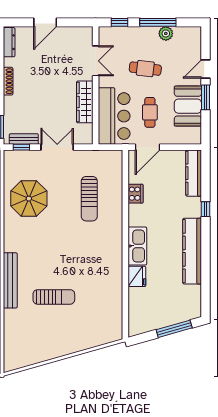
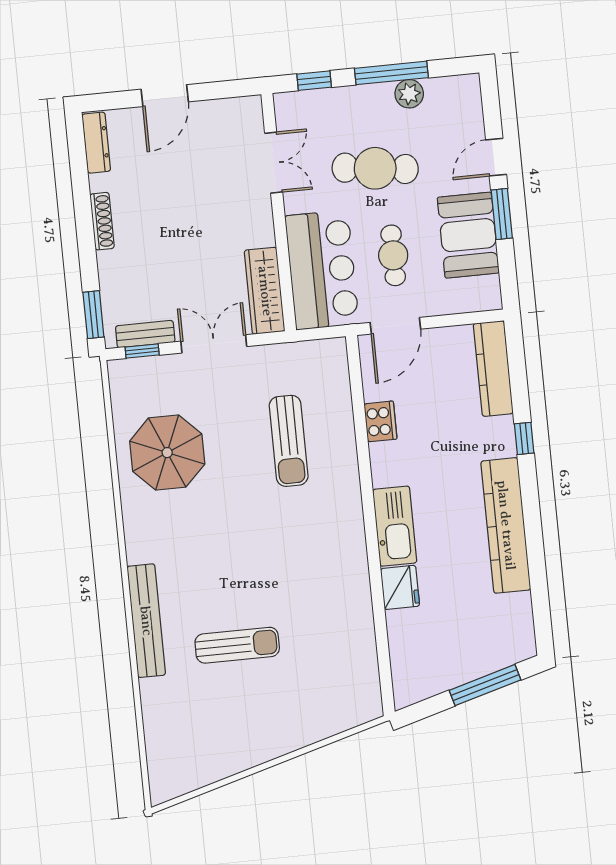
cafe table: (145, 69) -> (375, 168), width x1.37, depth x1.35
wardrobe: (85, 102) -> (265, 291), moved

